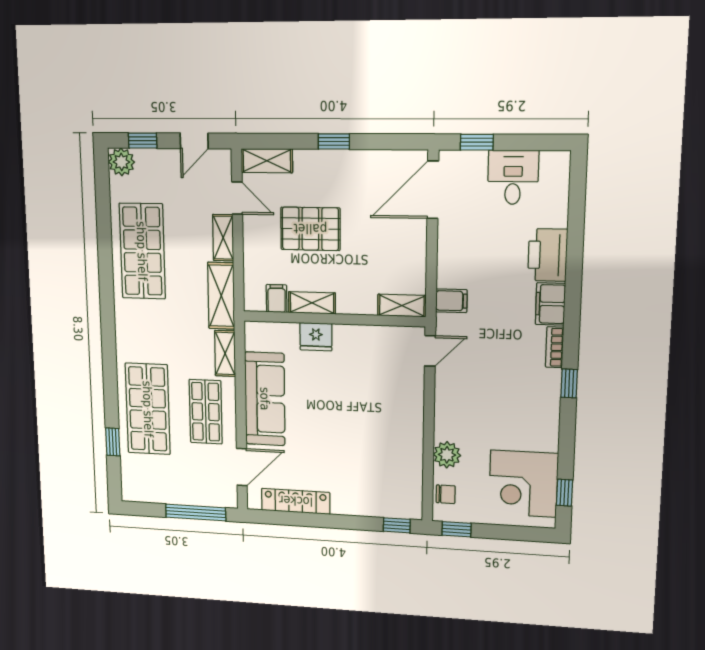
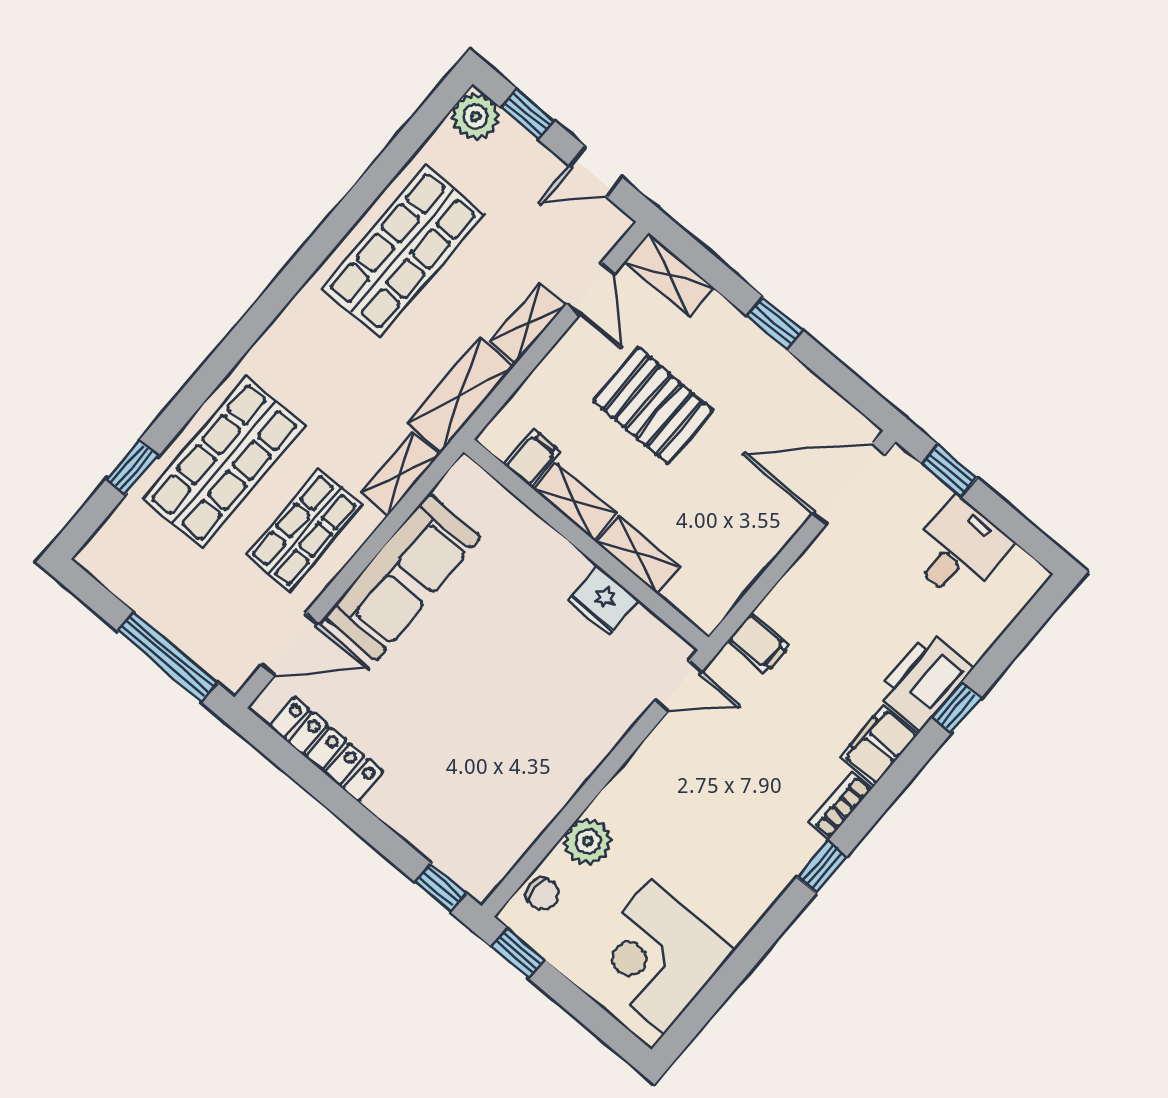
shelving: (402, 306) -> (638, 555), moved
fridge: (316, 337) -> (603, 600), moved
window: (565, 493) -> (957, 707), moved

